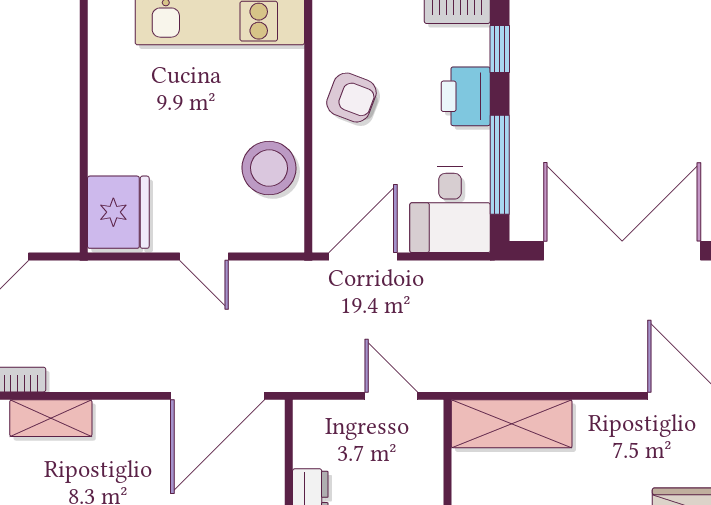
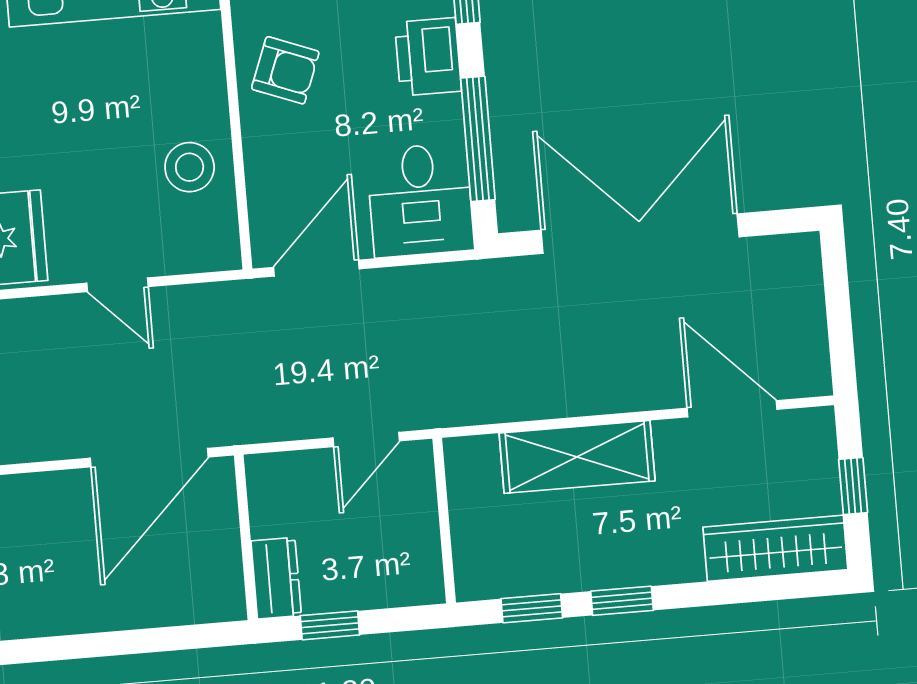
stool: (269, 168) -> (190, 167), width x0.73, depth x0.73
door: (391, 396) -> (366, 439), swing flipped
shelving: (512, 424) -> (577, 457), moved

